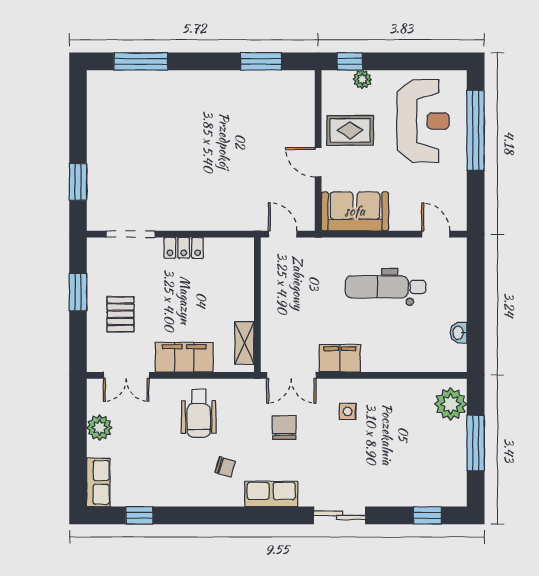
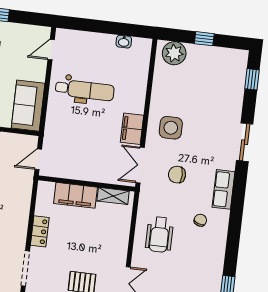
dental chair: (386, 287) -> (85, 90), turned -90
filing cabinet: (184, 357) -> (75, 195), moved, turned -90
double door: (291, 375) -> (140, 165), swing flipped
side table: (348, 411) -> (171, 128), width x1.87, depth x1.87
wheelchair: (199, 413) -> (160, 235), turned 90
window: (476, 443) -> (204, 39), width x0.46

